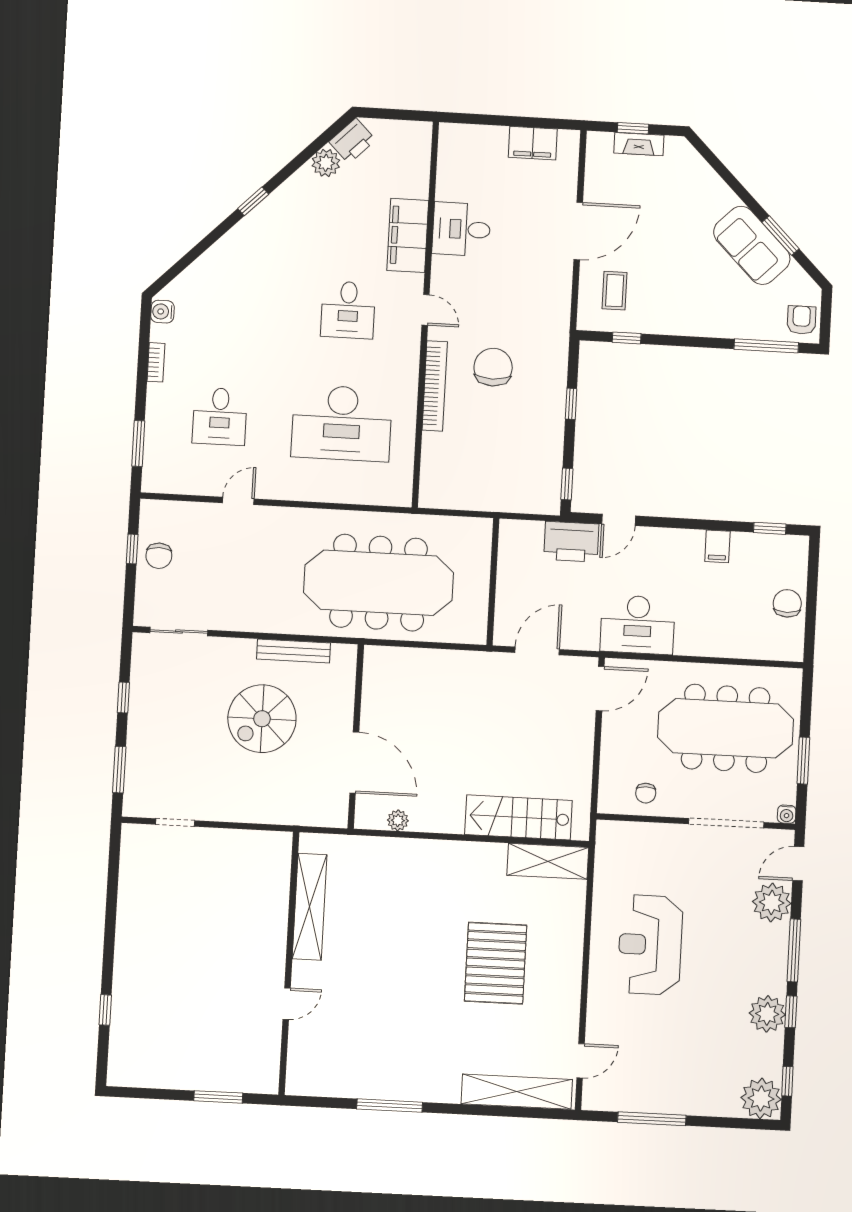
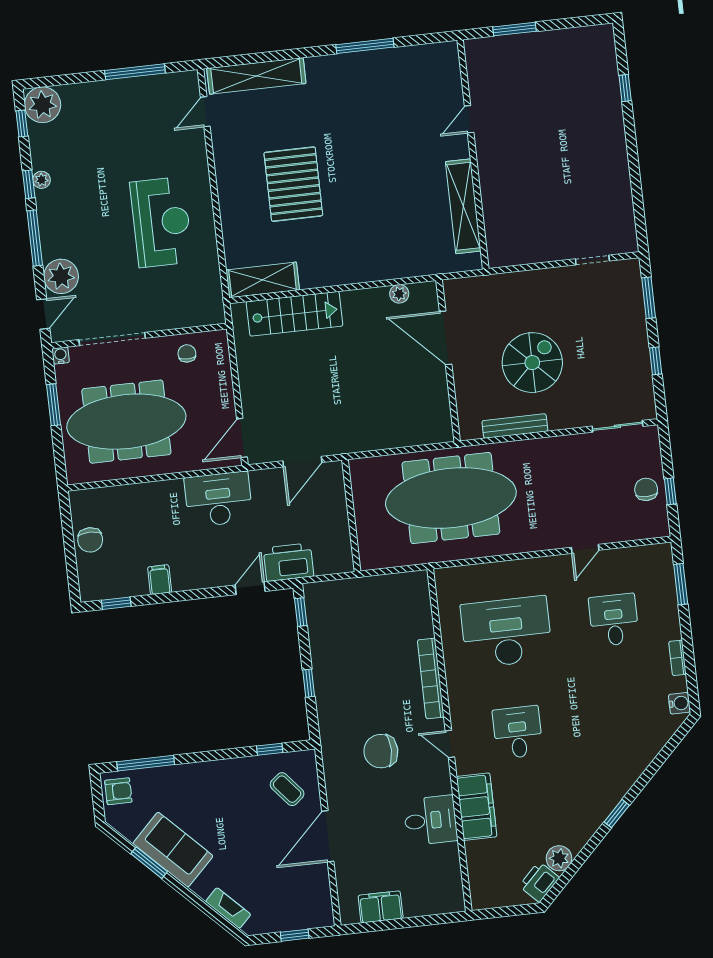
fireplace: (639, 144) -> (228, 908), moved, turned 45
coffee table: (615, 291) -> (287, 789), turned -40
armchair: (801, 320) -> (118, 791), turned -90
chair: (493, 367) -> (381, 751), moved, turned 90
plant: (767, 1014) -> (42, 180), width x0.53, depth x0.53

